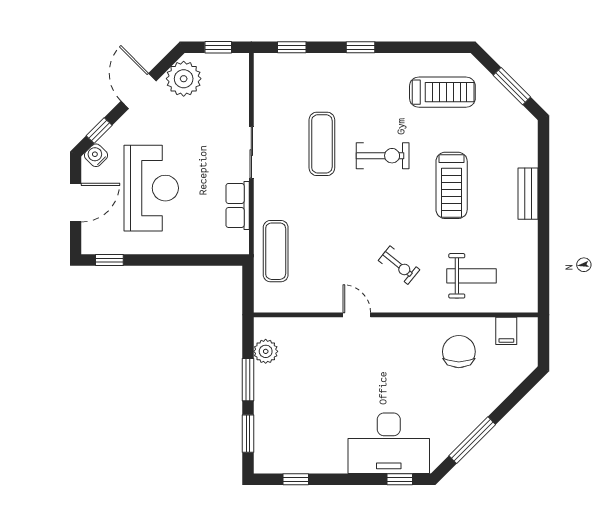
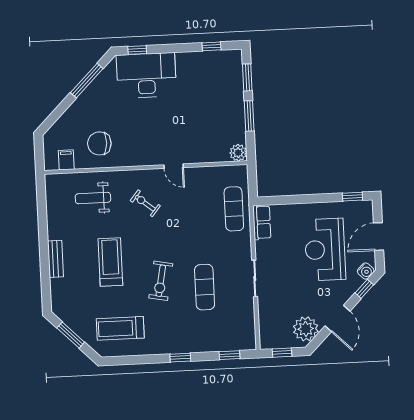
exercise bike: (383, 156) -> (161, 281), turned -79
row of seats: (238, 205) -> (262, 222), moved
plant: (266, 351) -> (238, 153), moved
chair: (459, 352) -> (99, 143), turned 93

